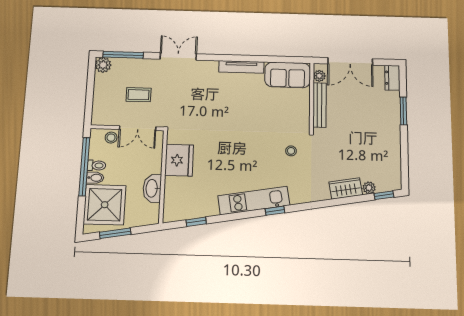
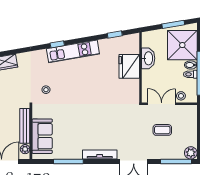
window: (263, 59) -> (68, 161), added
tv unit: (241, 67) -> (100, 154), moved
sofa: (288, 75) -> (42, 136), moved, turned 90
fridge: (179, 160) -> (129, 66), moved

